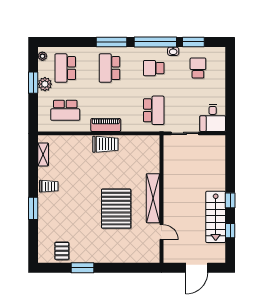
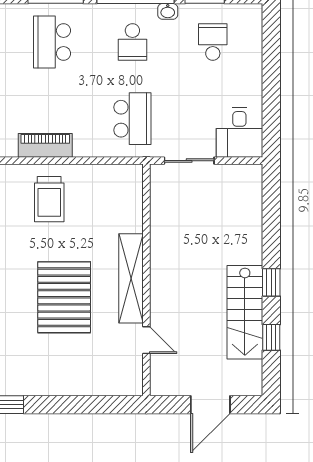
school desk: (154, 68) -> (132, 42), turned -90
trolley: (105, 144) -> (49, 199), moved, turned 90

